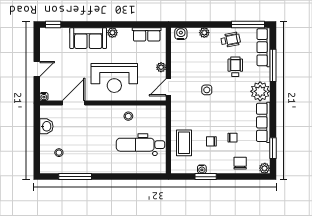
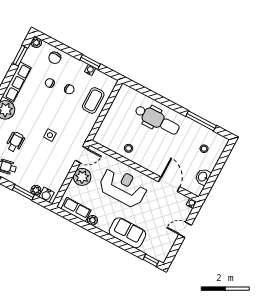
window: (203, 24) -> (23, 192), added
plant: (112, 33) -> (93, 220), moved
plant: (204, 33) -> (36, 190), moved
plant: (161, 67) -> (82, 177), width x1.87, depth x1.87
wheelchair: (235, 67) -> (15, 142), turned 180
door: (74, 103) -> (169, 184), swing flipped
dental chair: (140, 145) -> (157, 120), moved

